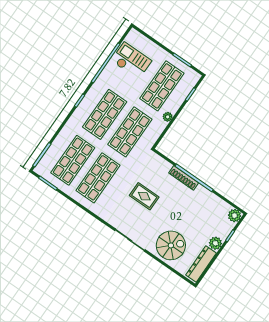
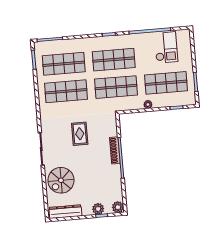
plant: (215, 243) -> (98, 209), moved
spiral stairs: (171, 245) -> (61, 180), turned 90

